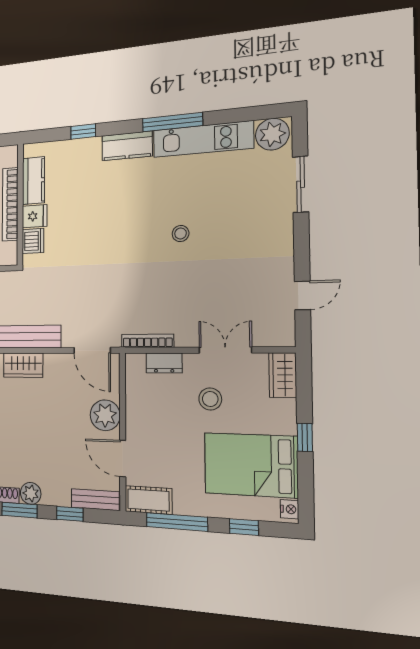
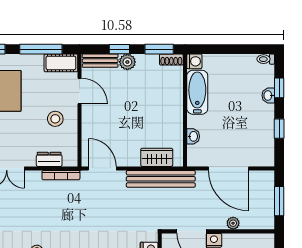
stool: (210, 399) -> (55, 119), moved
plant: (105, 415) -> (93, 121), removed
plant: (31, 493) -> (127, 62), moved

